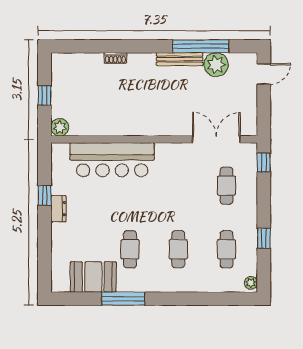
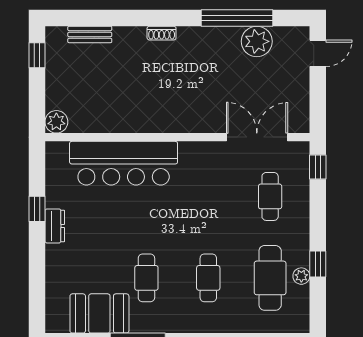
shoe rack: (115, 58) -> (162, 33), moved
bench: (180, 59) -> (90, 34), moved, width x0.73
window: (45, 95) -> (37, 55), moved
cafe table: (227, 249) -> (270, 278), width x1.37, depth x1.35
plant: (251, 283) -> (301, 276), moved

